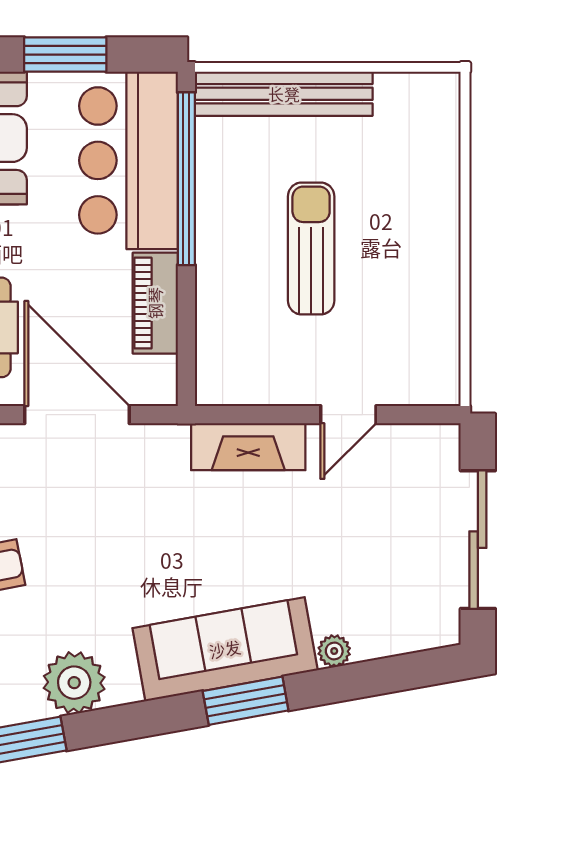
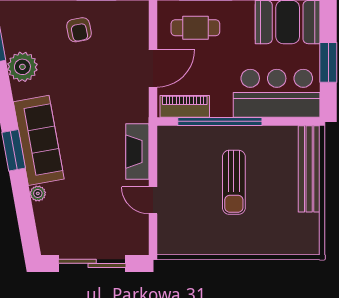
window: (186, 179) -> (220, 121), moved
sun lounger: (311, 249) -> (234, 182), turned 90
piano: (155, 303) -> (185, 106), moved
door: (77, 415) -> (153, 68), width x0.73

